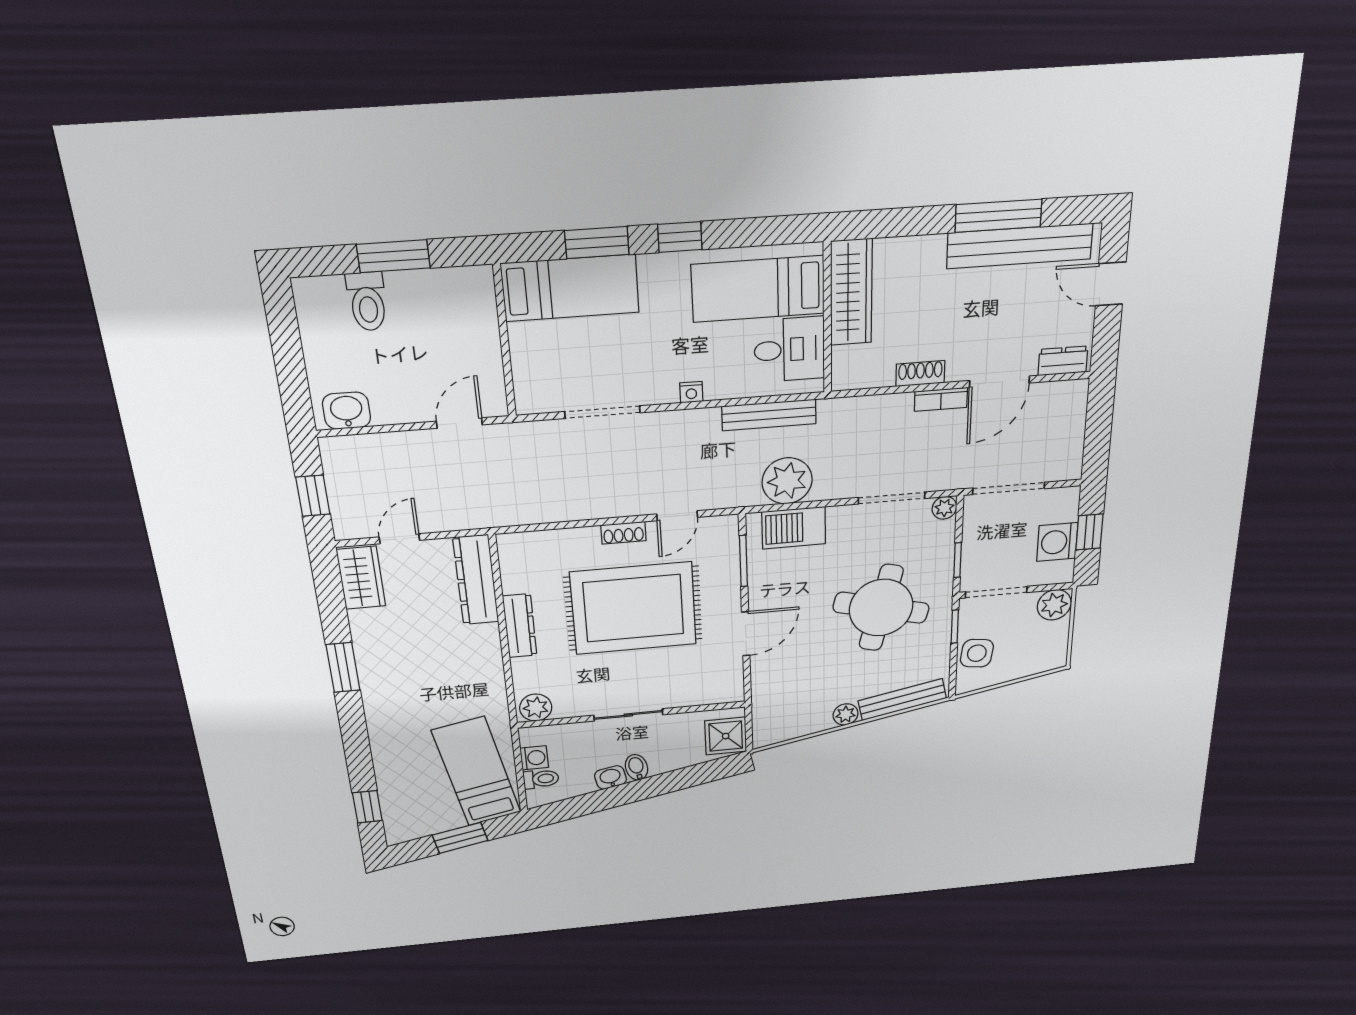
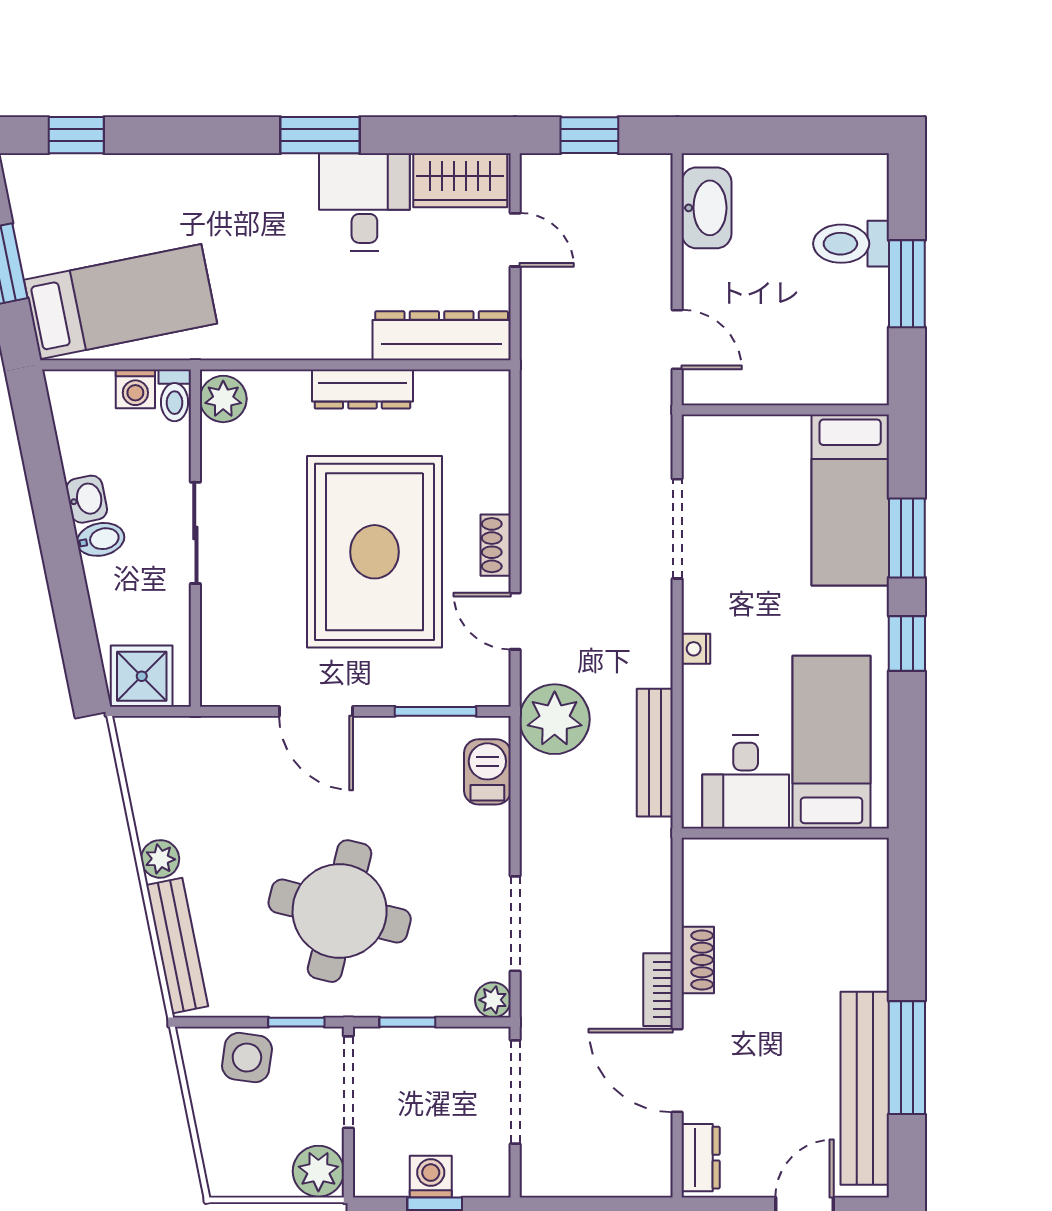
wardrobe: (851, 292) -> (818, 865), removed
washbasin: (347, 411) -> (706, 208), width x1.38
plant: (787, 481) -> (555, 719), moved
barbecue: (794, 528) -> (487, 772), width x0.73, depth x0.79
washing machine: (1057, 542) -> (431, 1177), width x0.73, depth x0.73
desk: (386, 636) -> (364, 202), added
toilet: (541, 779) -> (175, 395), moved

